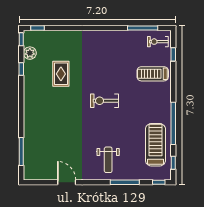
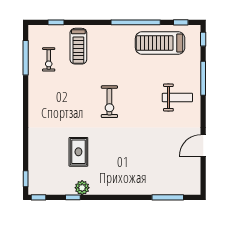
exercise bike: (158, 42) -> (49, 59), moved
plant: (30, 53) -> (82, 188), moved
rug: (61, 74) -> (78, 152), turned 90

